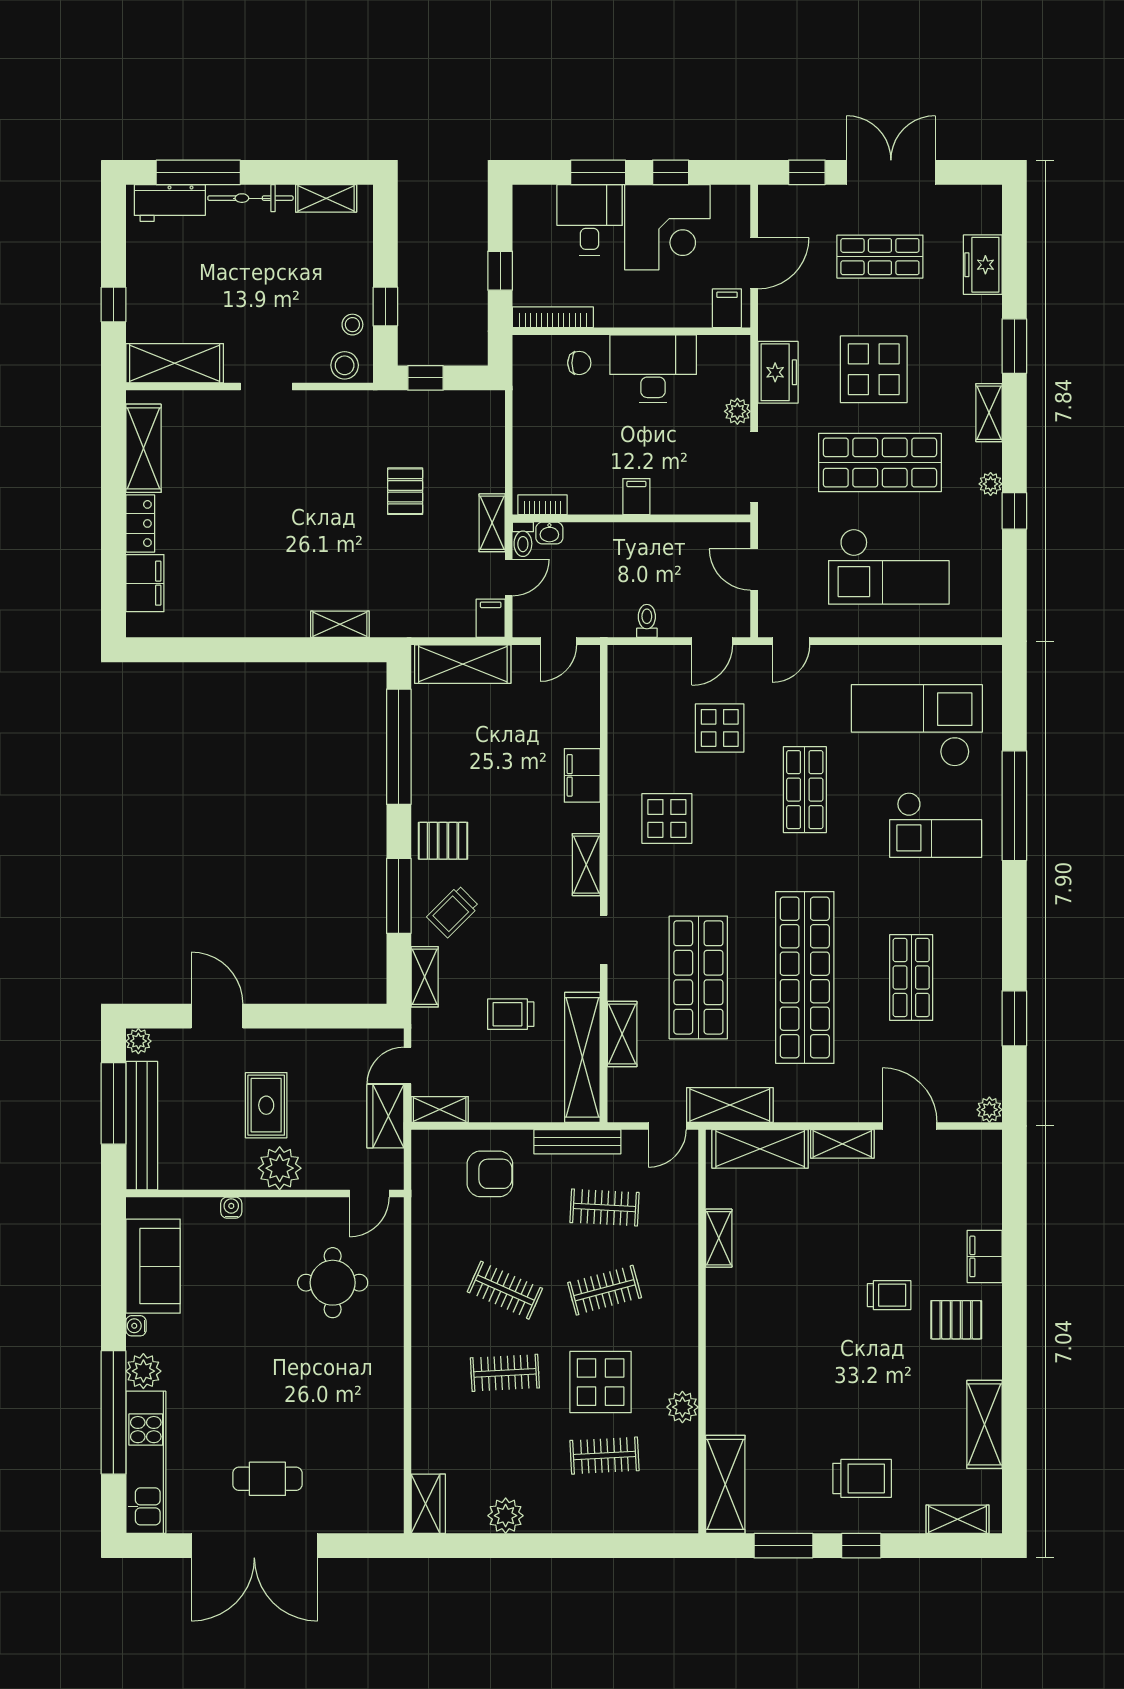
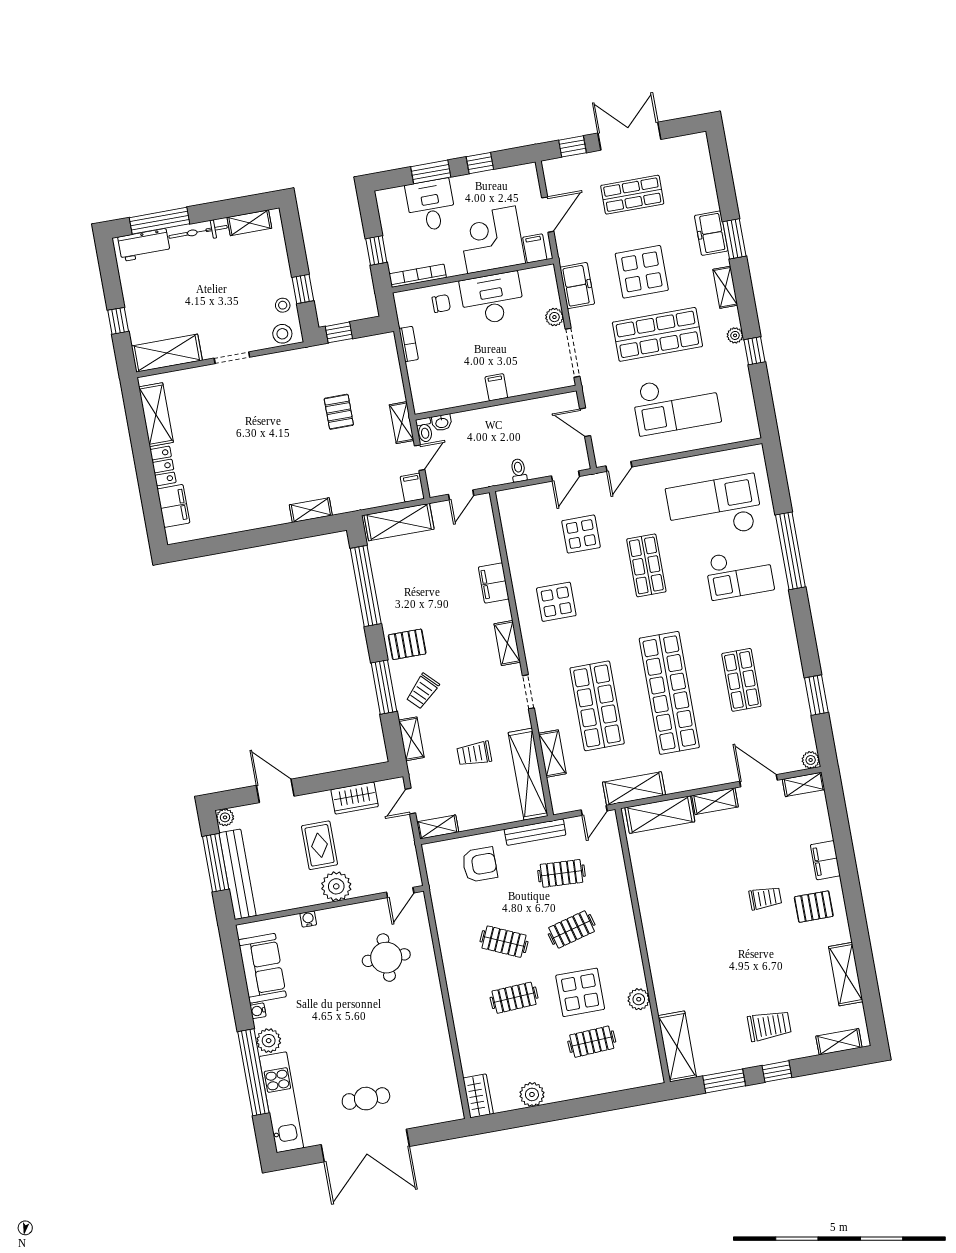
corner desk: (667, 227) -> (492, 240), moved, turned 180
freezer: (983, 265) -> (711, 233), moved
bookcase: (542, 505) -> (409, 344), moved, turned 90
wardrobe: (385, 1116) -> (355, 798), moved, turned -90
shelving: (719, 1238) -> (804, 784), moved, turned 90

